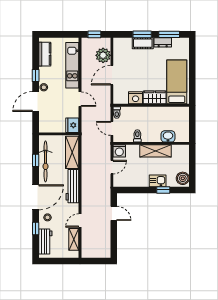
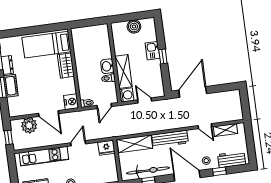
nightstand: (136, 98) -> (71, 102), moved
washbasin: (168, 136) -> (107, 66), moved
shelving: (155, 151) -> (123, 71), moved
boiler: (183, 178) -> (134, 27), moved
window: (163, 190) -> (163, 56), moved
door: (114, 213) -> (193, 92), width x1.87

